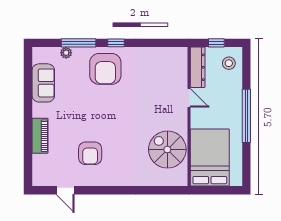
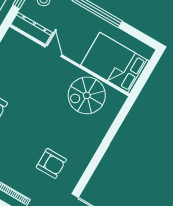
door: (189, 98) -> (53, 51), hinge flipped

